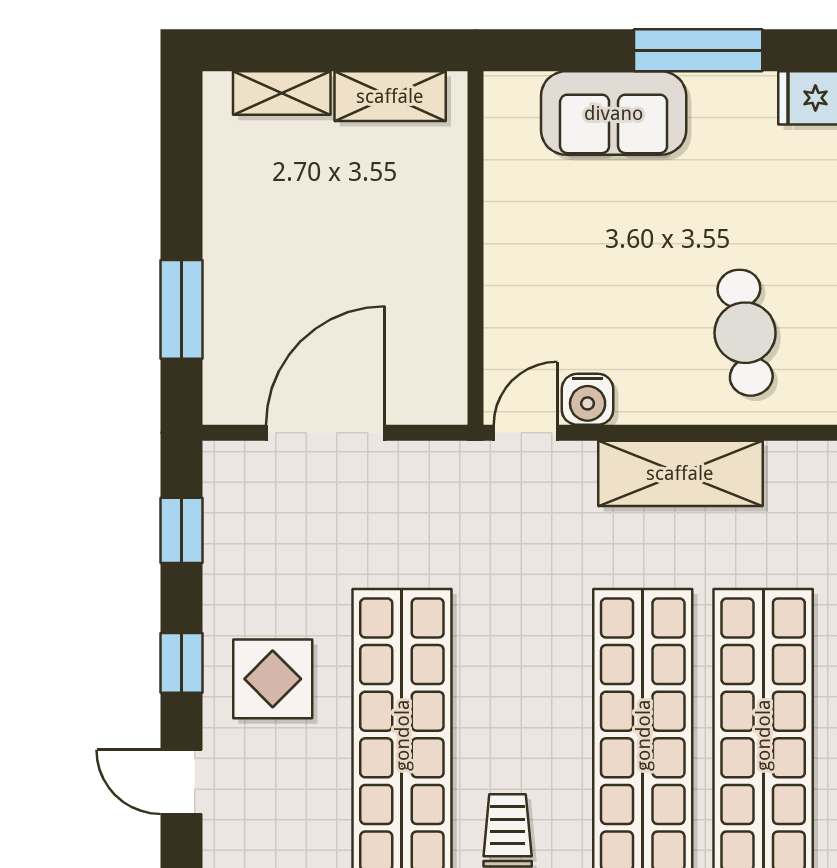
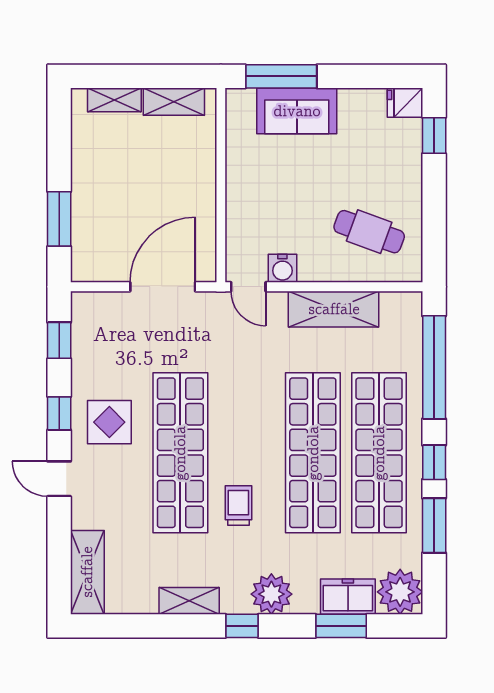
window: (698, 50) -> (281, 76), moved
cafe table: (745, 333) -> (369, 232), turned -62
door: (326, 433) -> (163, 287), moved
door: (525, 433) -> (248, 287), swing flipped

